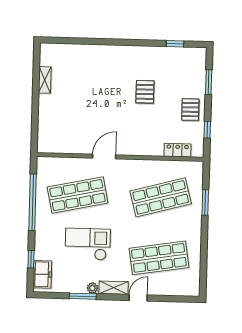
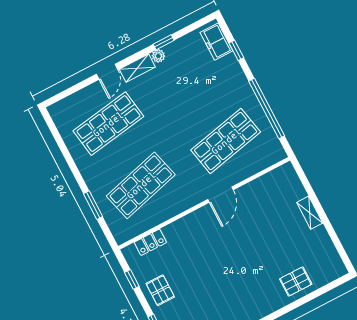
shelving: (45, 80) -> (310, 213), moved
pallet: (145, 92) -> (296, 281), moved, turned 90
checkout: (88, 244) -> (188, 97), removed
window: (83, 296) -> (164, 42), width x0.67

